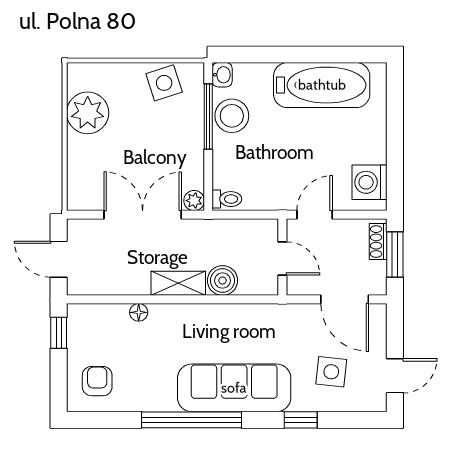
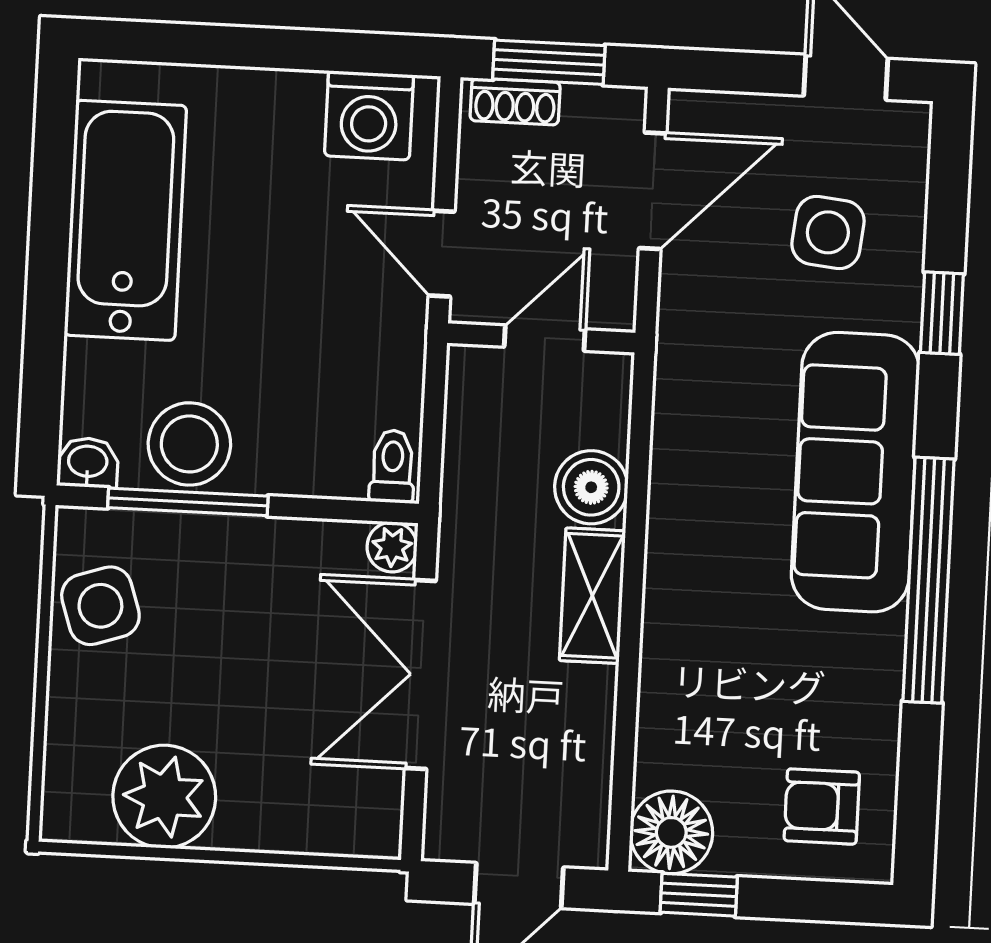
floor lamp: (139, 312) -> (671, 832), moved, width x1.89, depth x1.89

